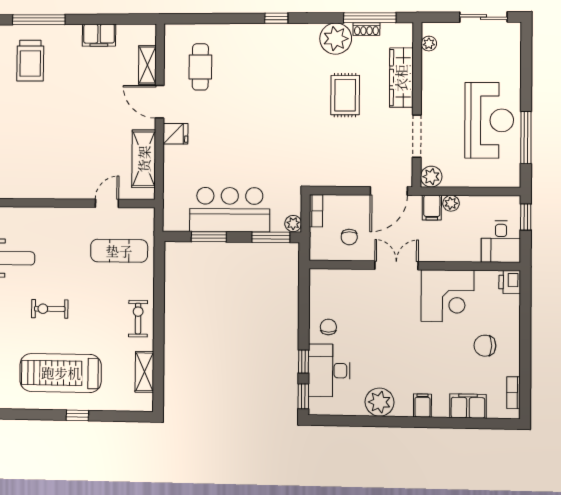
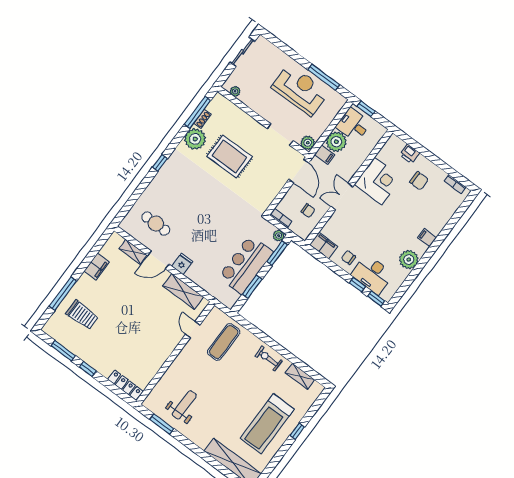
wardrobe: (401, 78) -> (242, 119), removed
rug: (345, 95) -> (230, 156), width x1.36, depth x1.43
plant: (451, 203) -> (336, 142), width x1.88, depth x1.88
desk: (501, 242) -> (354, 125), moved, turned 180
printer: (510, 282) -> (410, 154), moved
exercise bike: (50, 309) -> (227, 404), removed
chair: (485, 346) -> (419, 181), turned -90
filing cabinet: (468, 406) -> (324, 245), moved, turned 90

